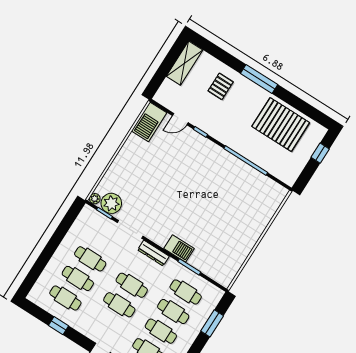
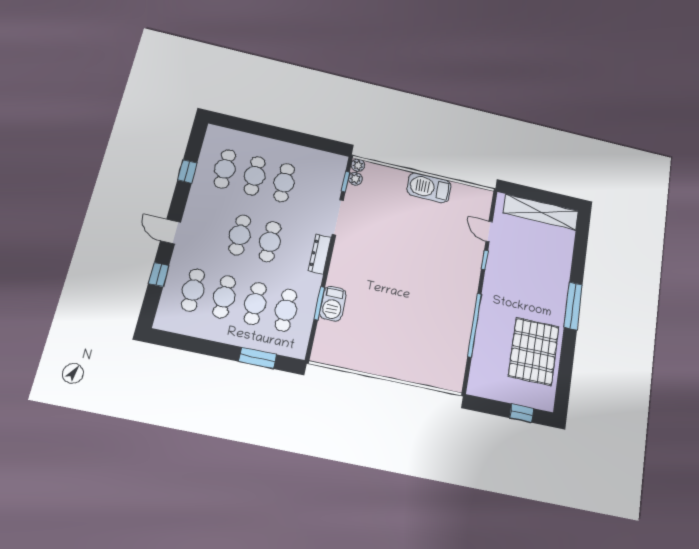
shelving: (184, 63) -> (541, 212), width x1.47
pallet: (221, 86) -> (545, 264), removed
barbecue: (149, 122) -> (429, 188), moved
plant: (111, 203) -> (355, 179), width x0.53, depth x0.53
barbecue: (179, 249) -> (333, 304), moved

